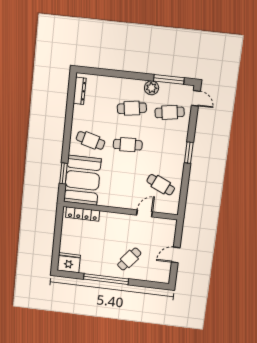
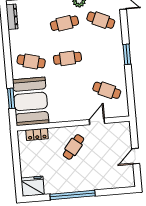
cafe table: (170, 112) -> (101, 20), turned 33
locker: (83, 214) -> (37, 134), width x0.66
cafe table: (129, 259) -> (73, 147), moved

